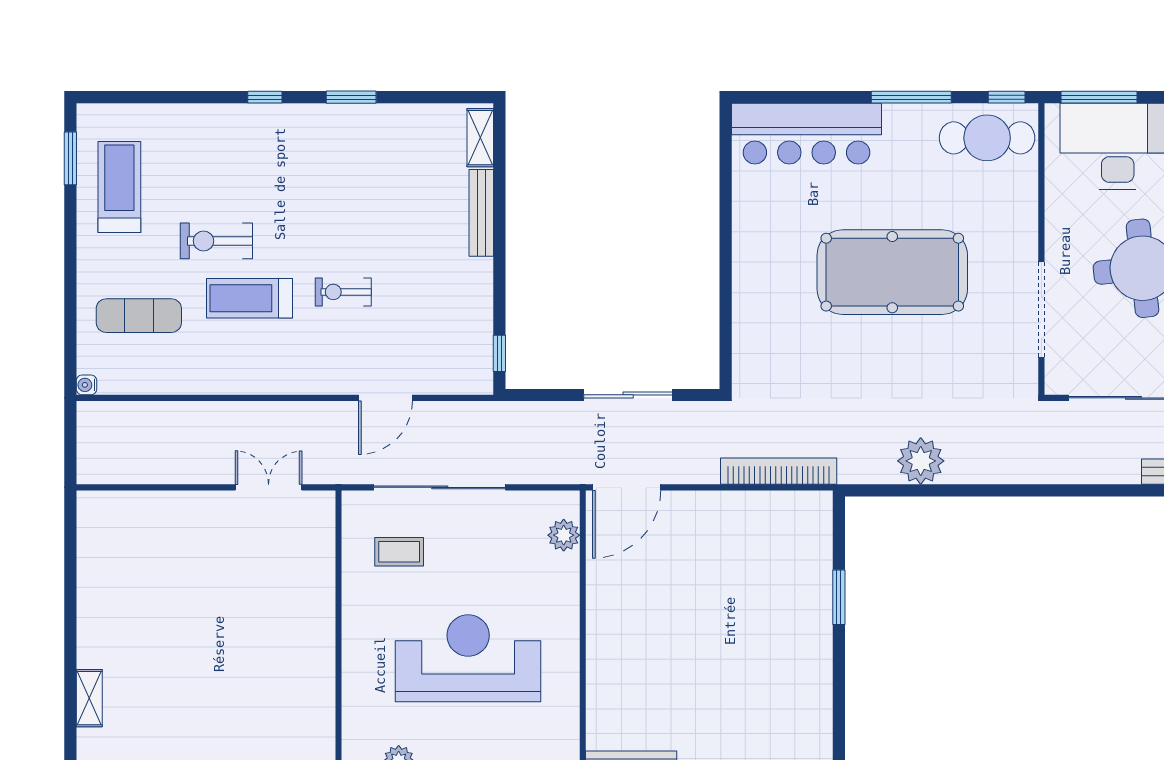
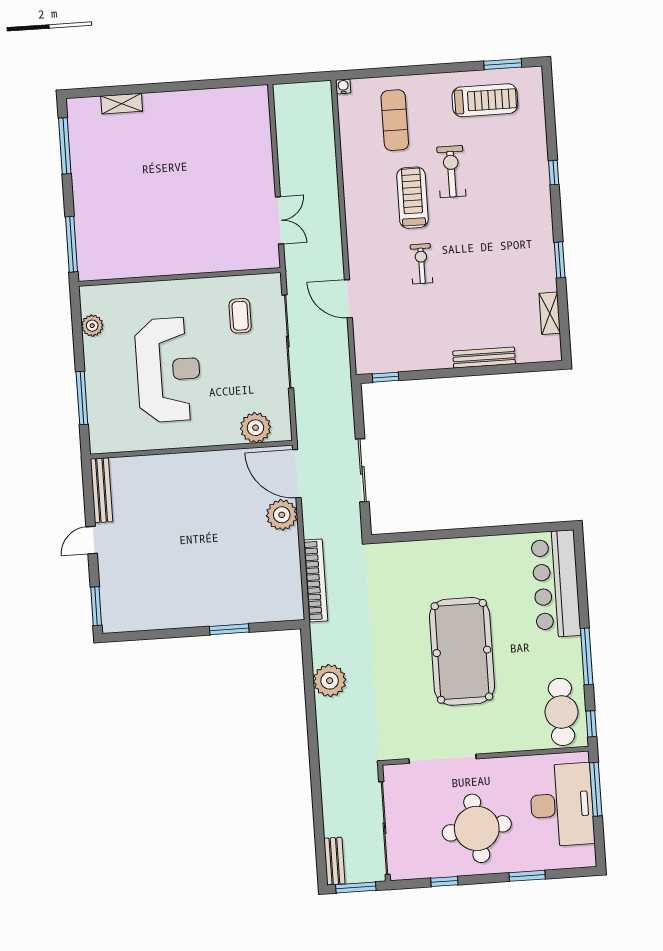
window: (265, 97) -> (554, 173), moved
shelving: (480, 138) -> (550, 313), moved, turned 90
plant: (683, 512) -> (282, 515), added
plant: (564, 535) -> (255, 428), width x1.36, depth x1.36

